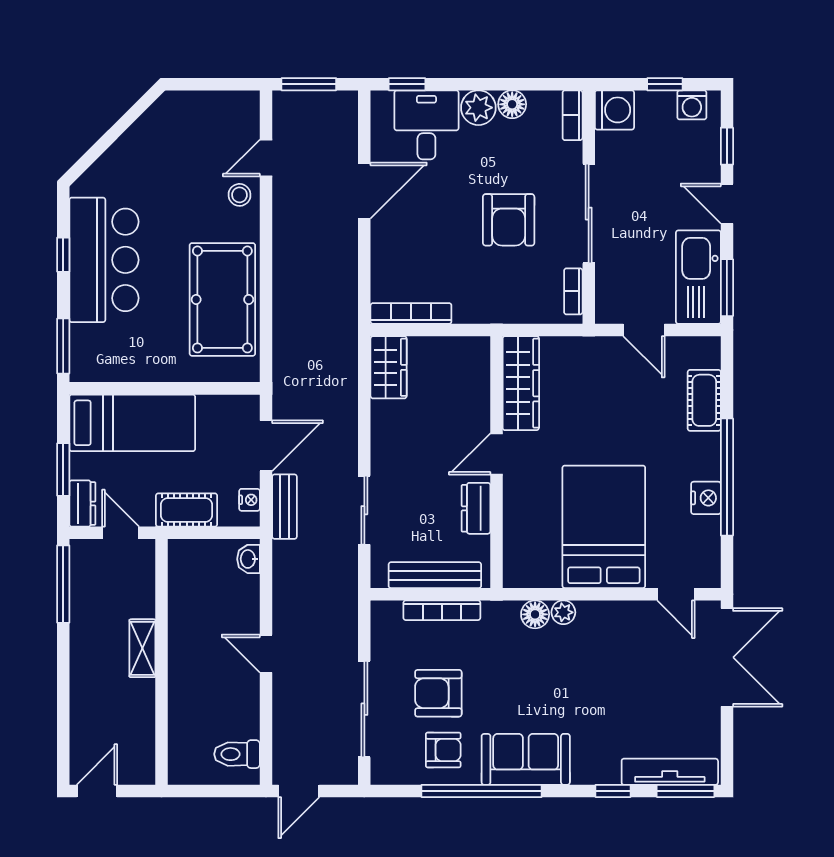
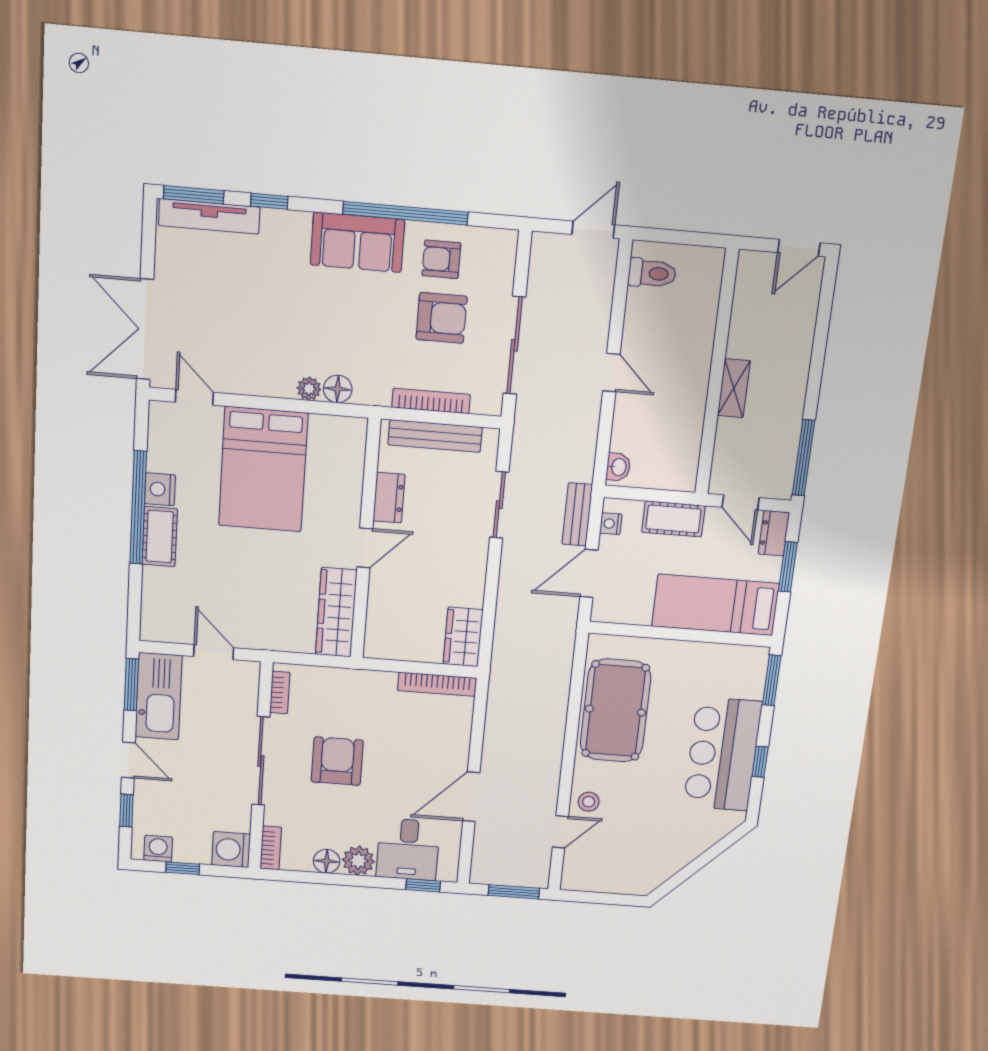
cot: (704, 400) -> (160, 537), moved
sliding door: (364, 709) -> (514, 345), moved

